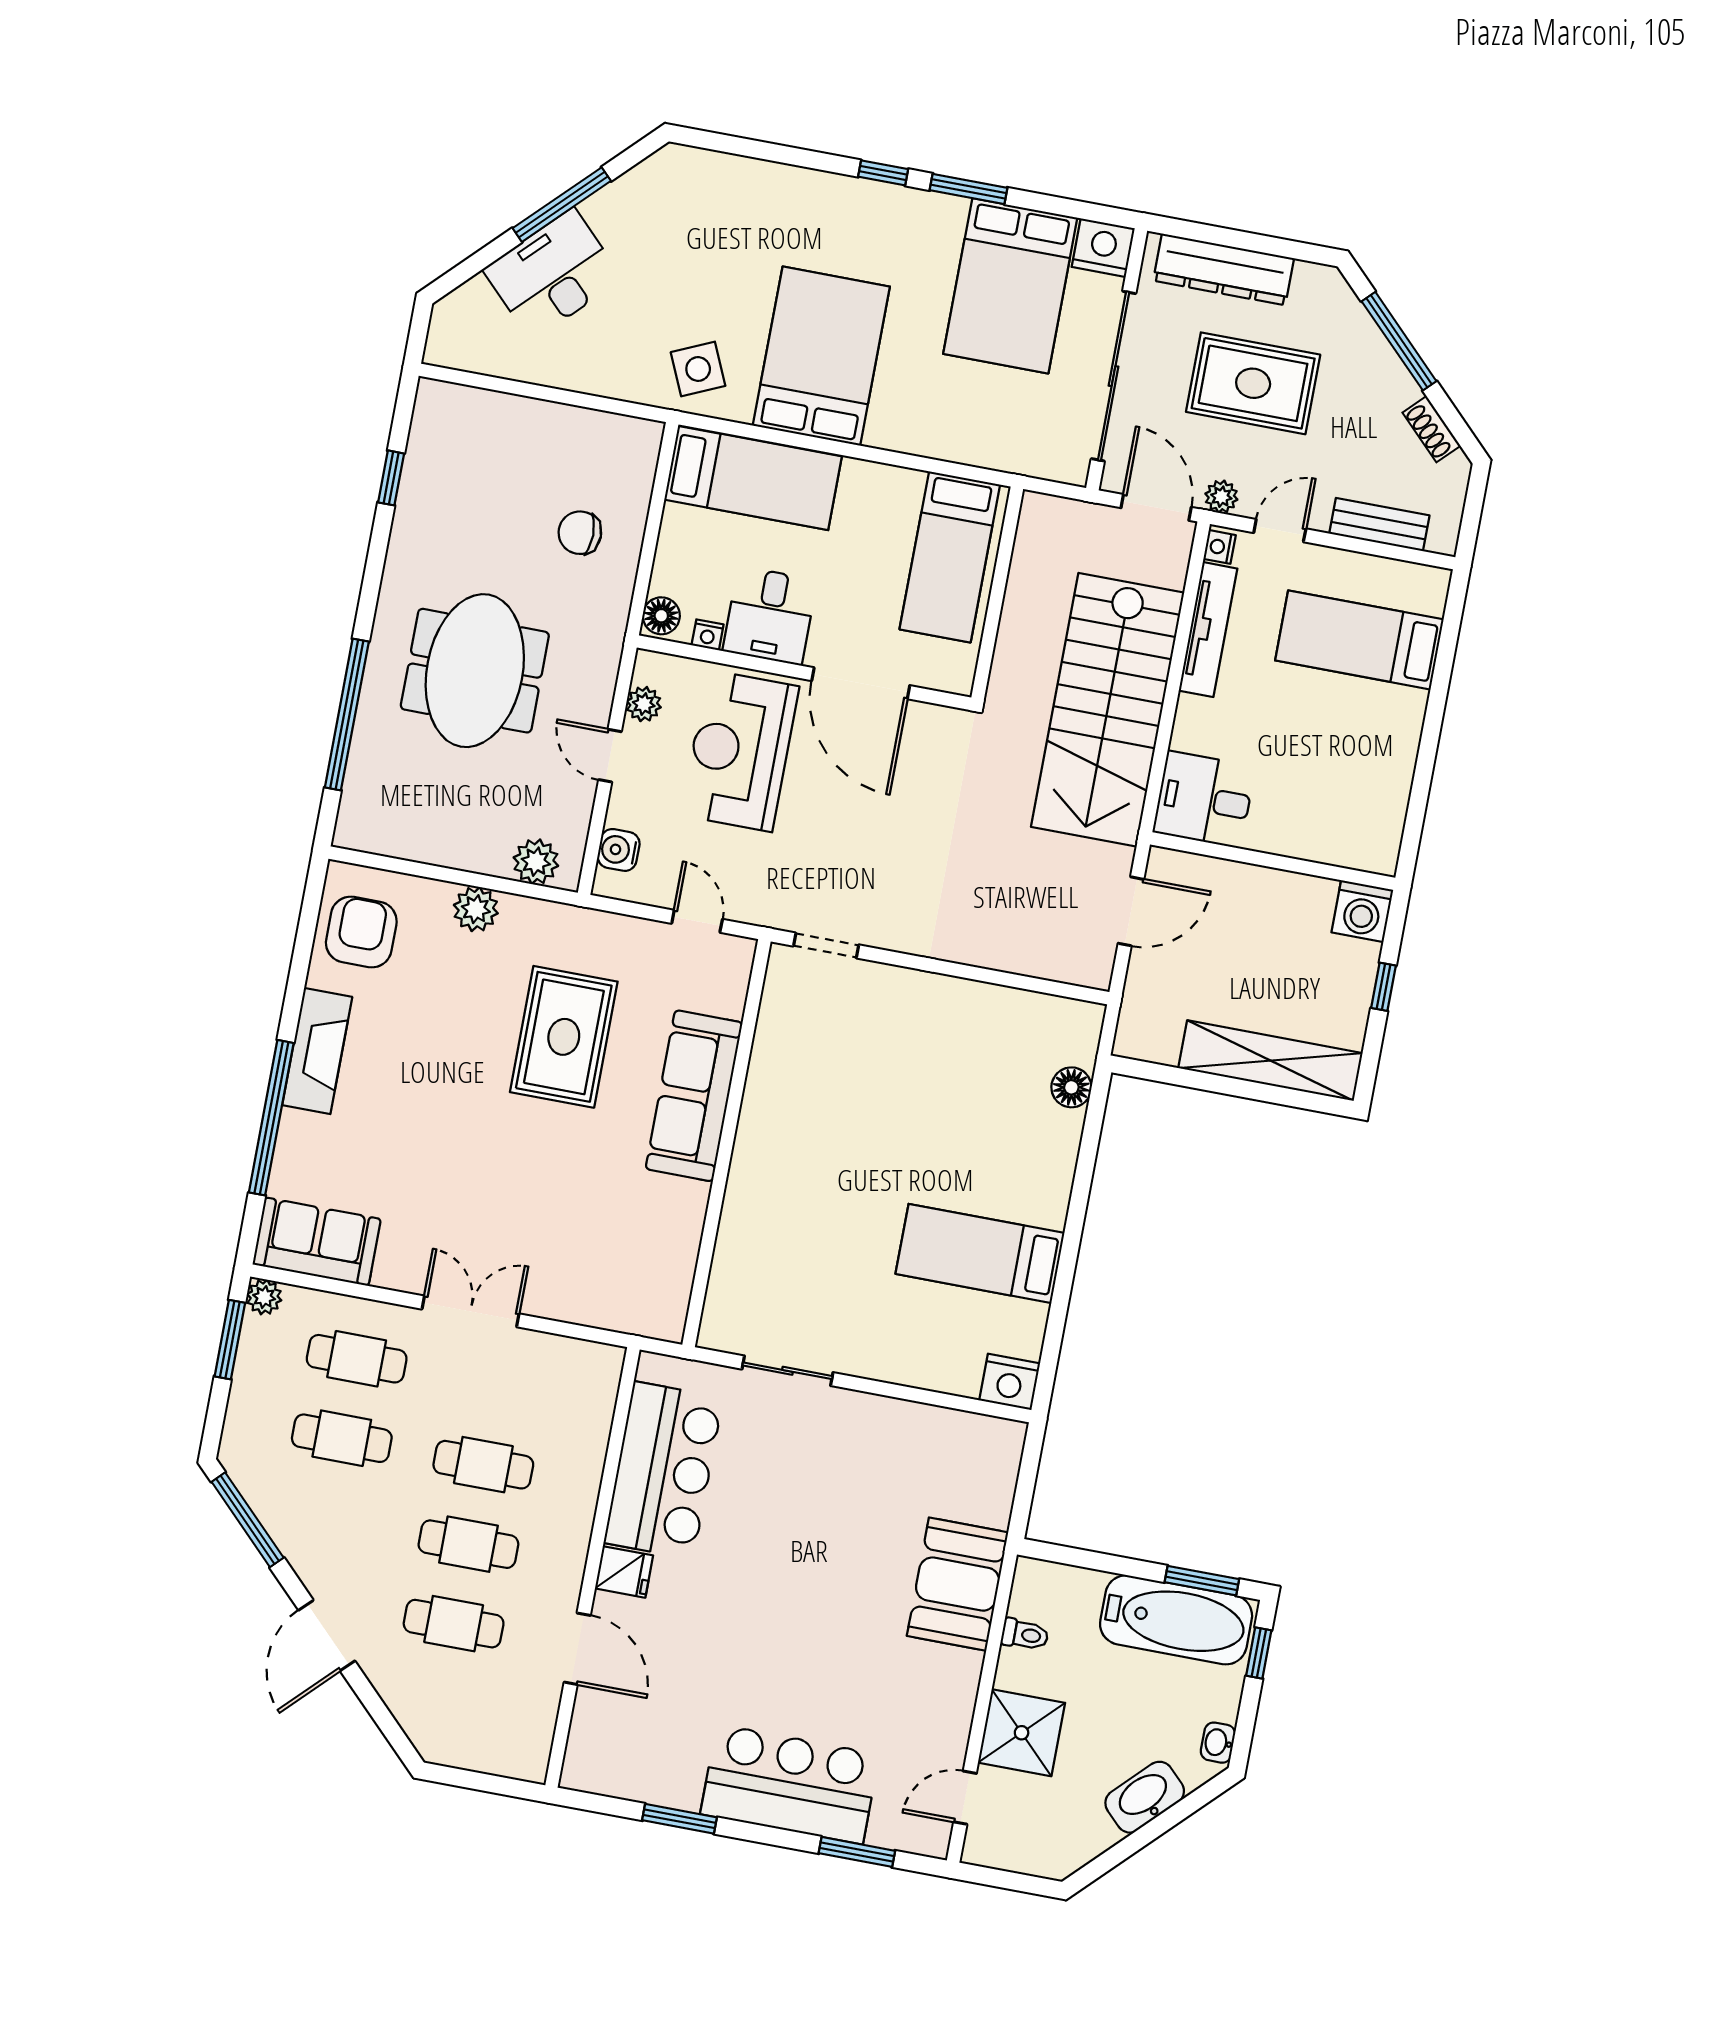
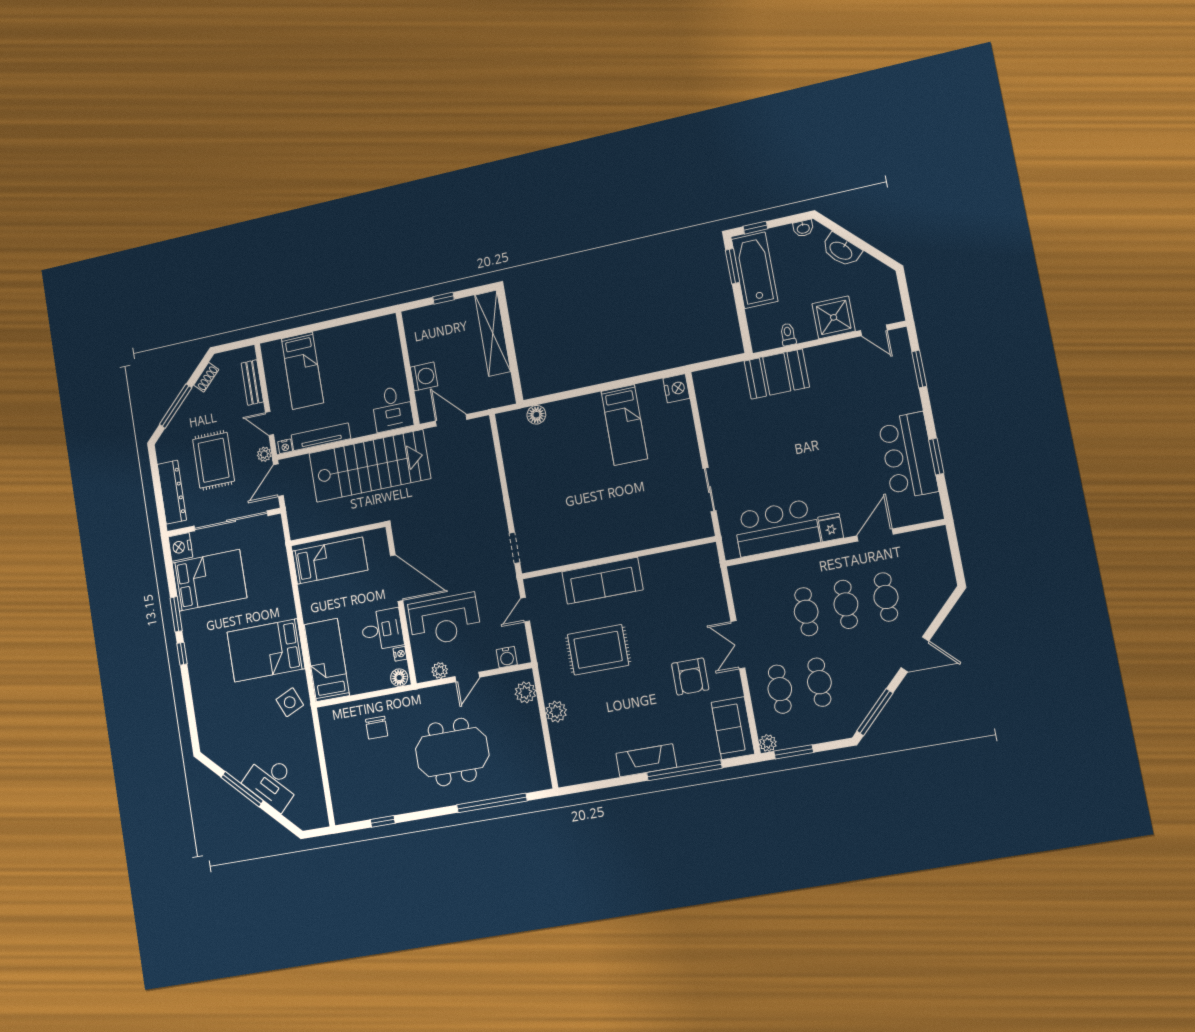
door: (861, 683) -> (397, 578), hinge flipped
washing machine: (1362, 911) -> (424, 376), moved
armchair: (361, 932) -> (690, 676), moved, turned -90
bar counter: (790, 1784) -> (908, 456), moved

